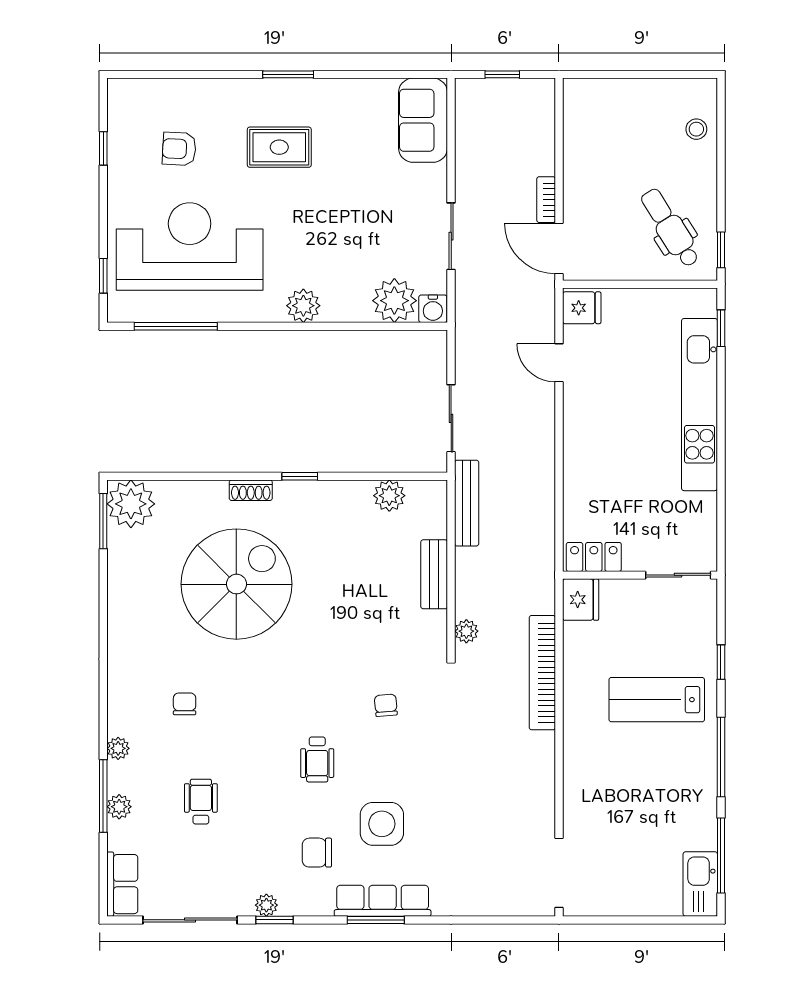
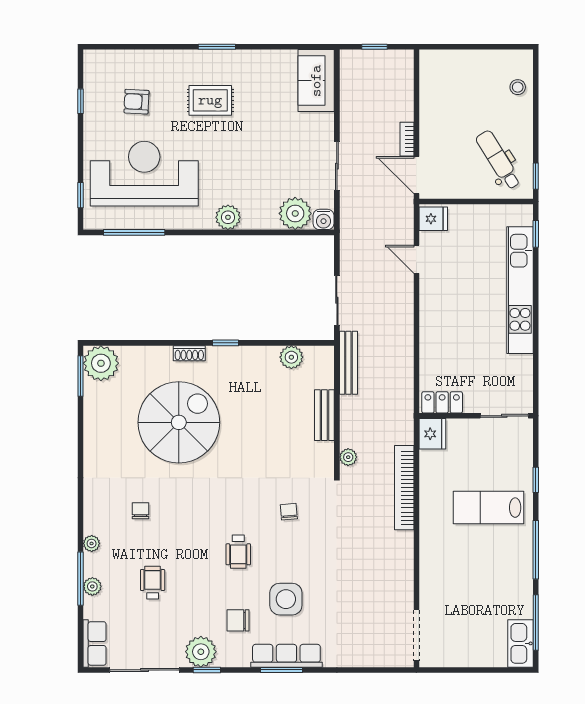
plant: (266, 905) -> (201, 652), width x1.88, depth x1.88

